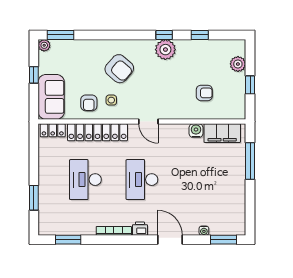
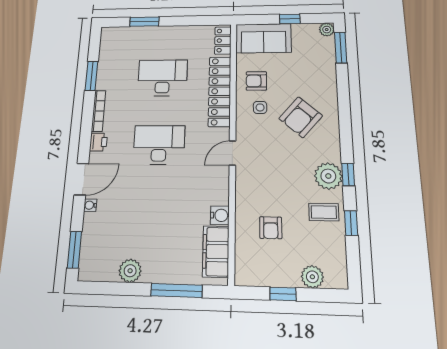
coffee table: (192, 54) -> (324, 212), added
plant: (237, 196) -> (130, 271), added
water cooler: (204, 231) -> (90, 205), moved
window: (68, 240) -> (91, 76), moved

